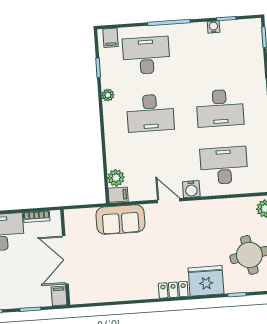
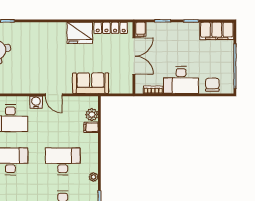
filing cabinet: (118, 195) -> (91, 127), moved
fridge: (206, 281) -> (80, 33), moved
locker: (173, 290) -> (111, 28), moved, width x1.53

